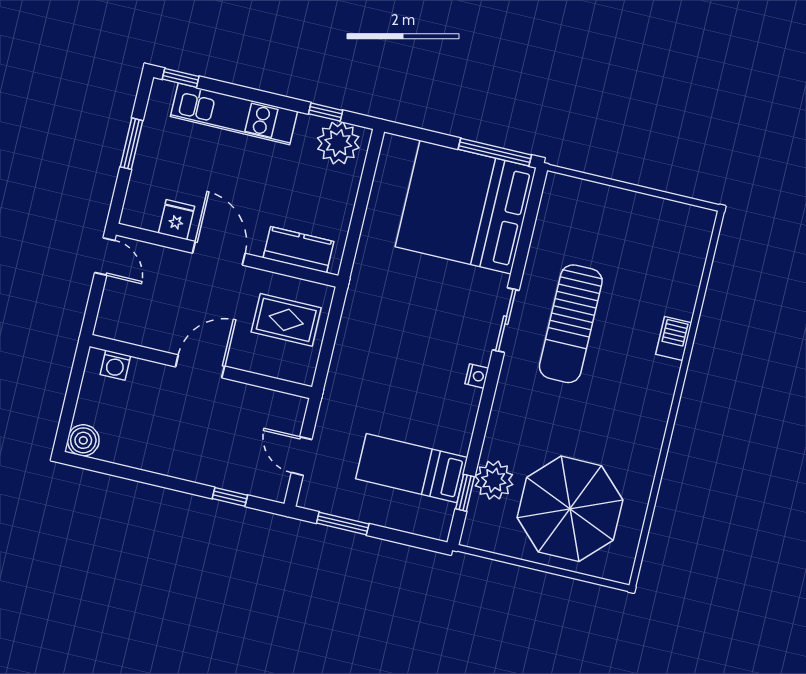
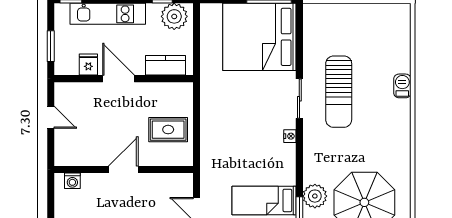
fridge: (176, 220) -> (88, 65), moved
kitchen counter: (298, 250) -> (165, 65), moved
door: (219, 253) -> (118, 79), moved
wall: (227, 255) -> (124, 79), moved

